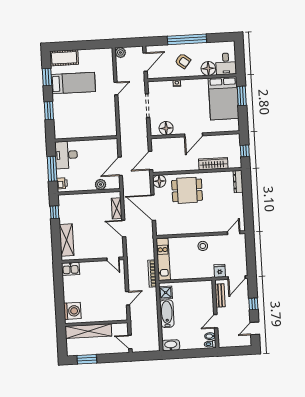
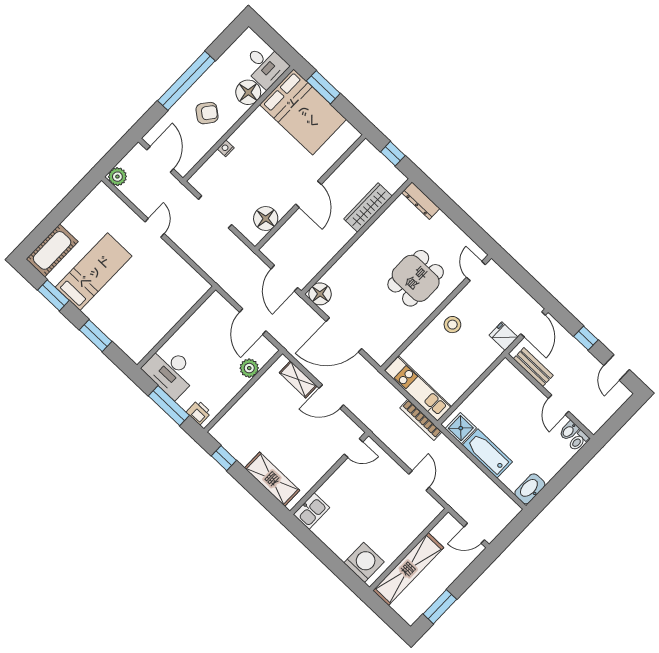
dining table: (187, 190) -> (416, 278), moved

